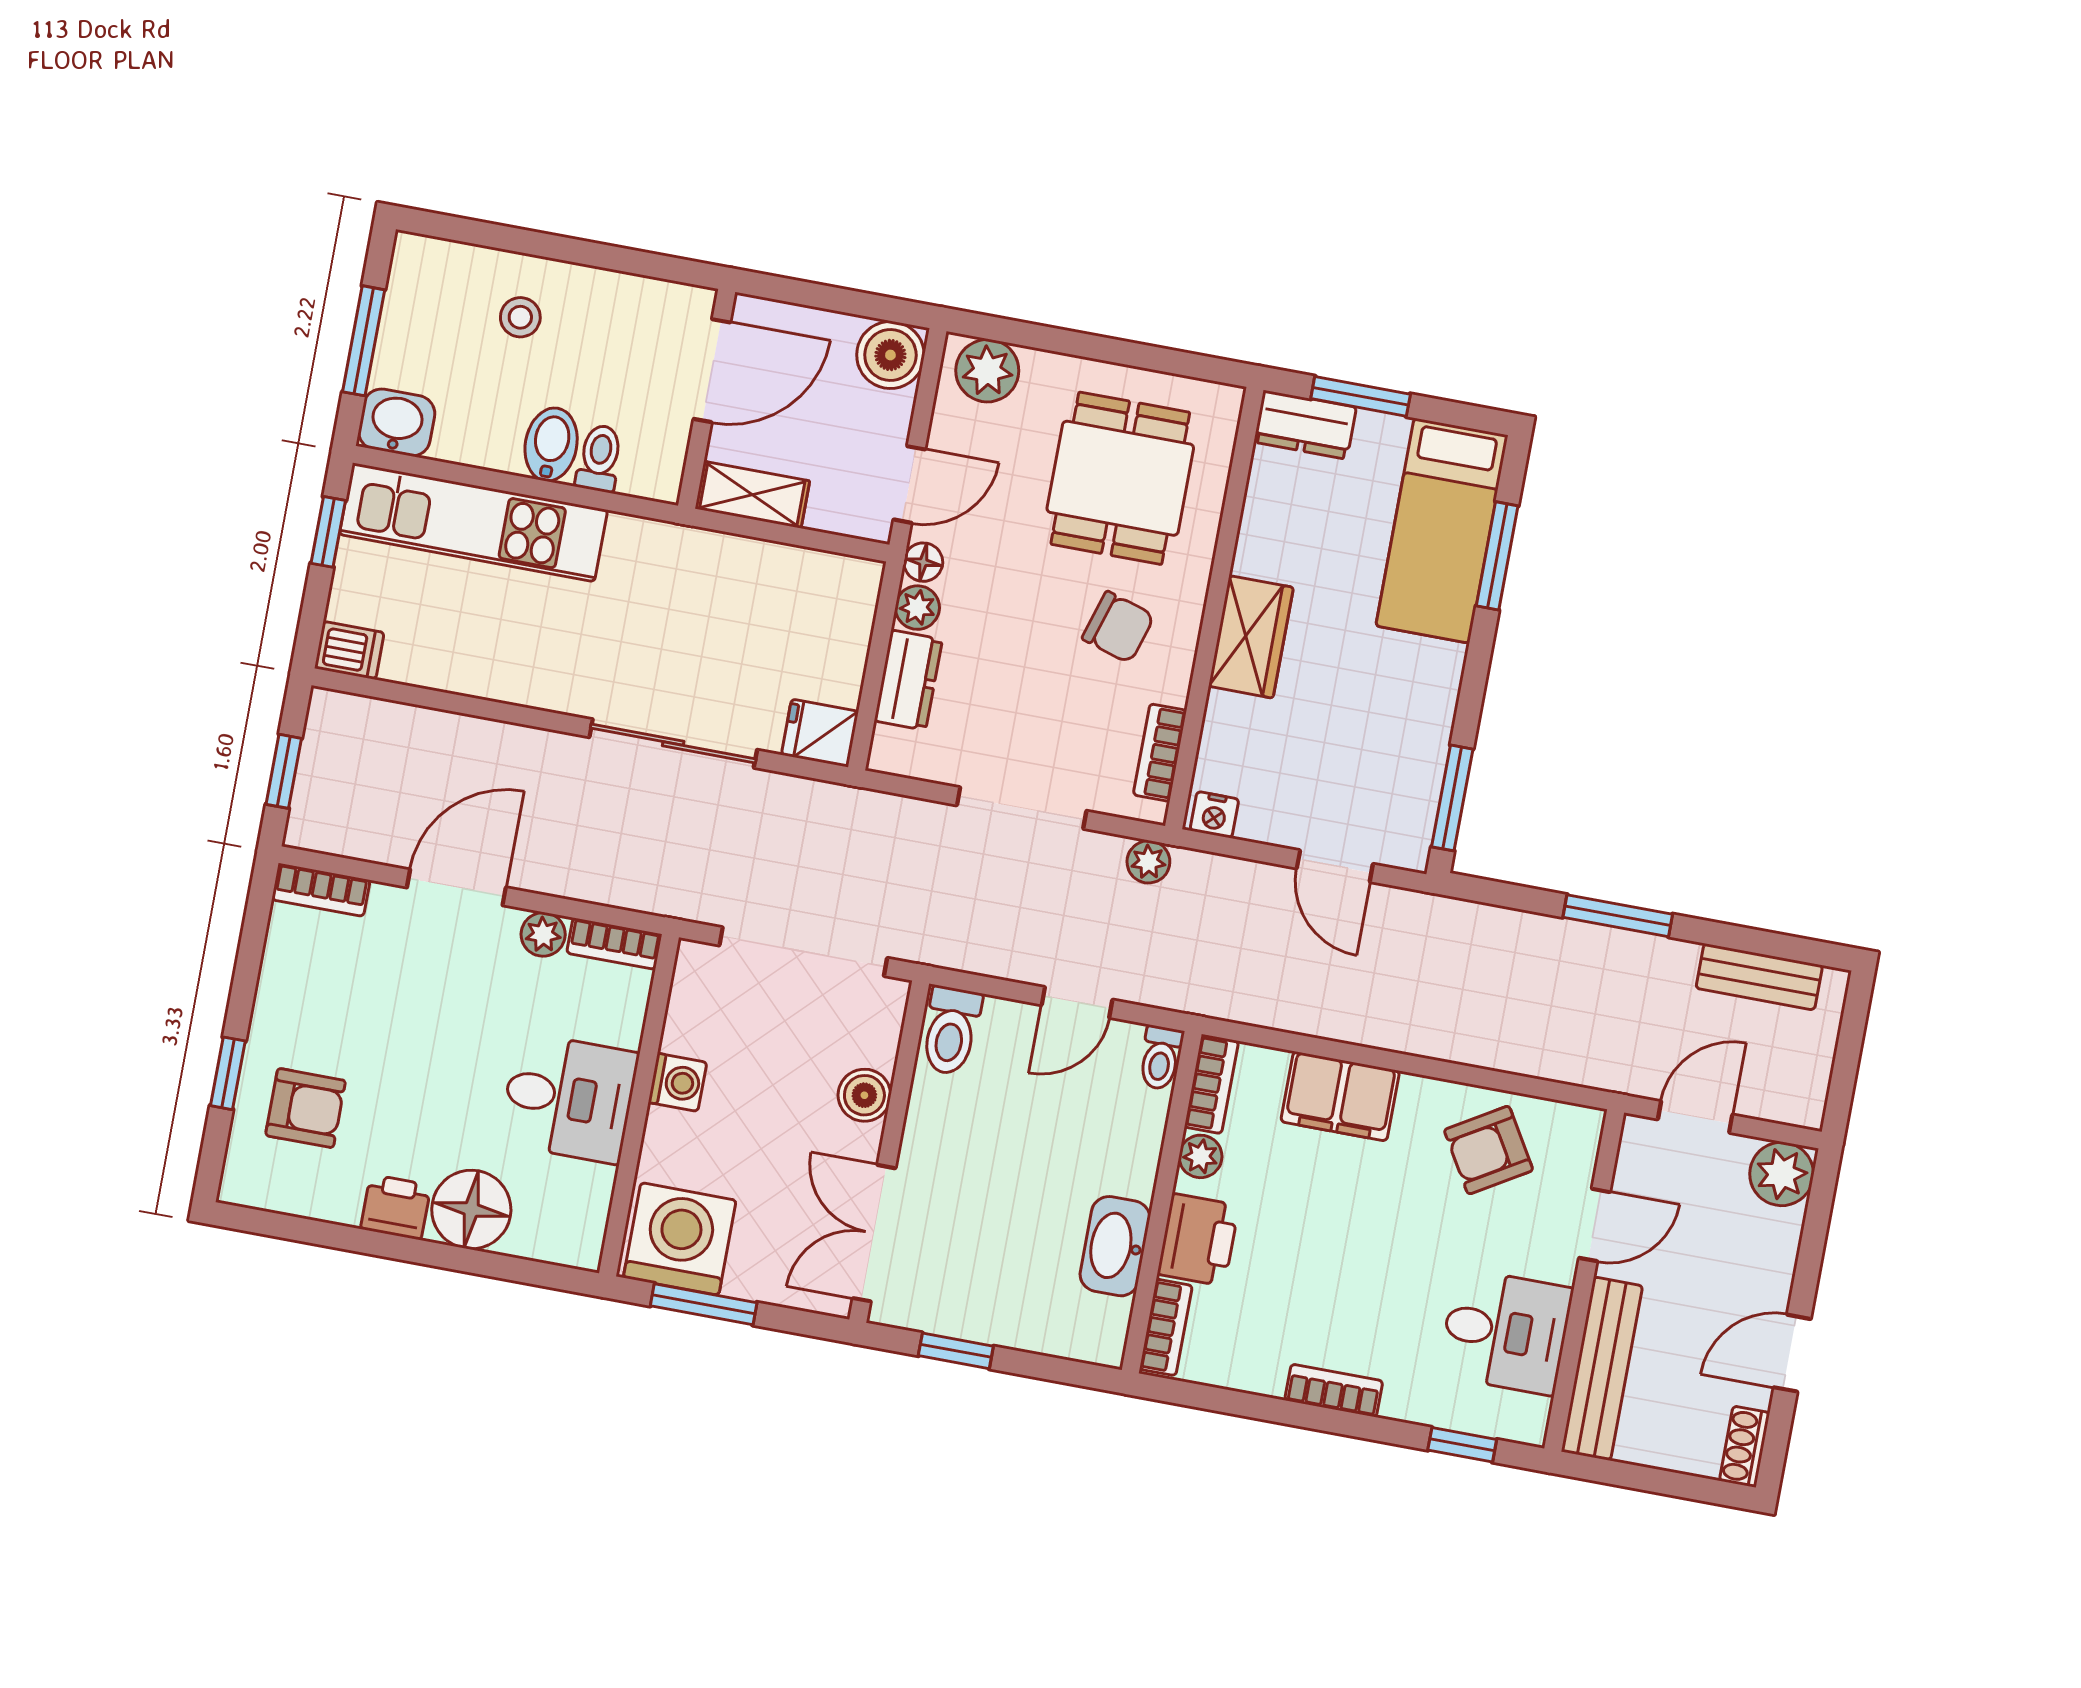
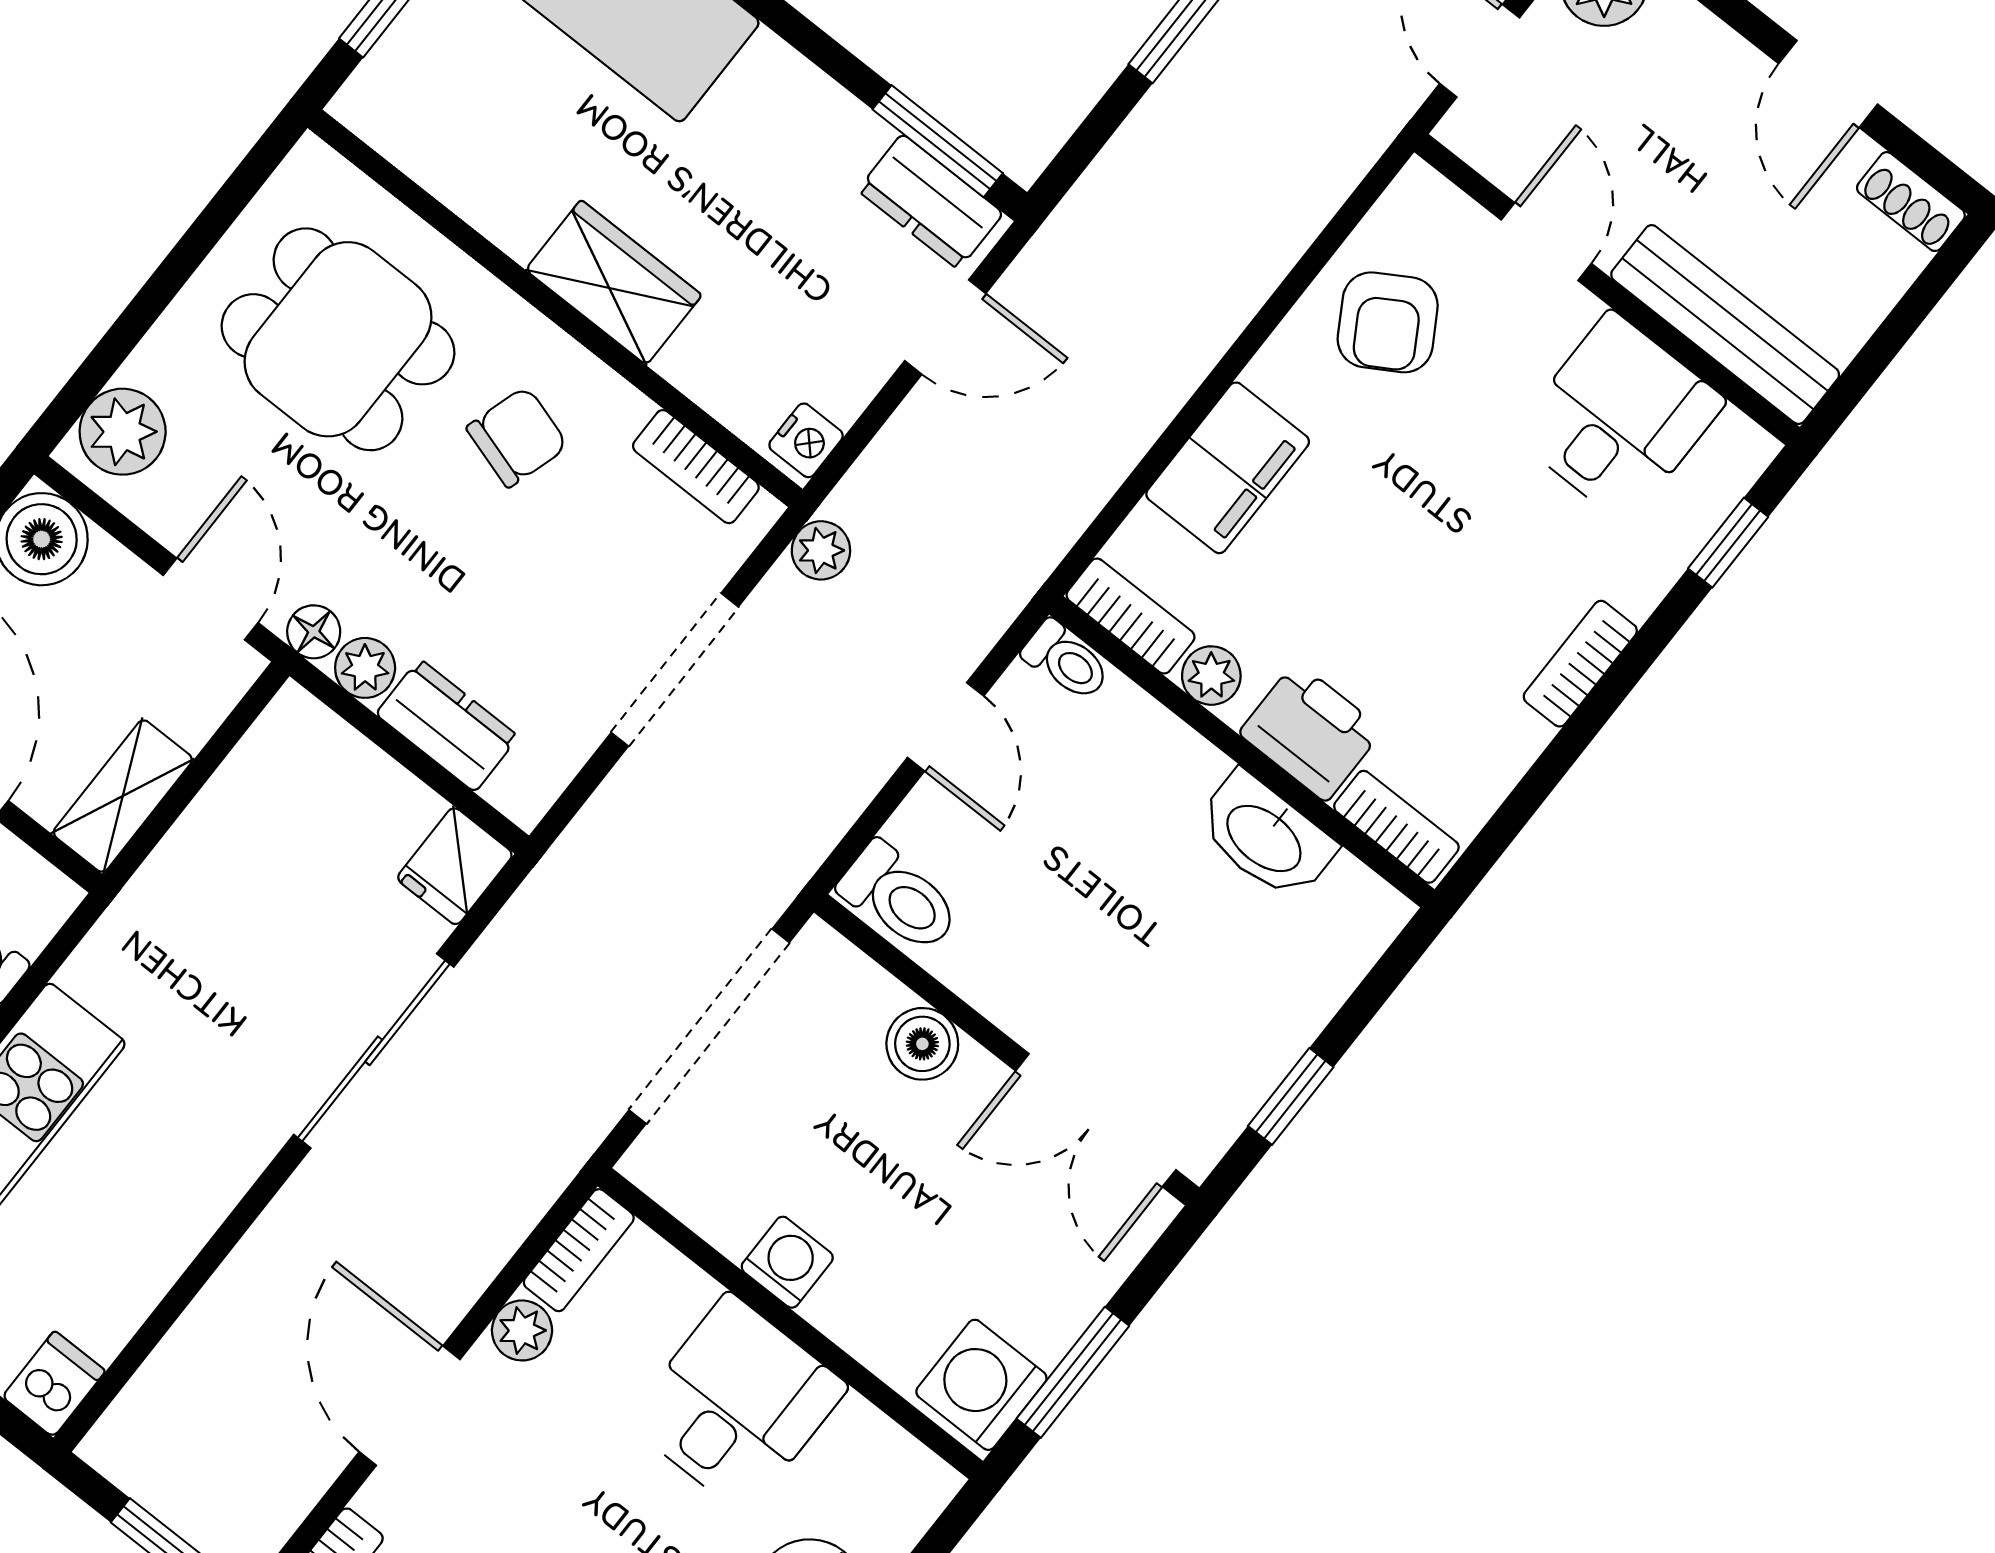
dresser: (1305, 425) -> (930, 202), moved, turned 90
washing machine: (680, 1239) -> (981, 1385), width x0.73, depth x0.73

